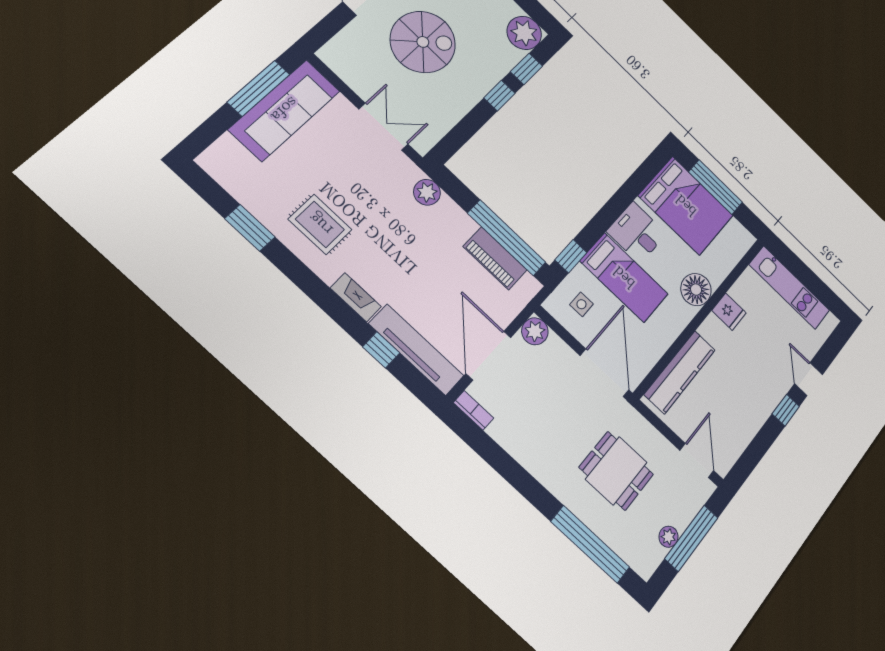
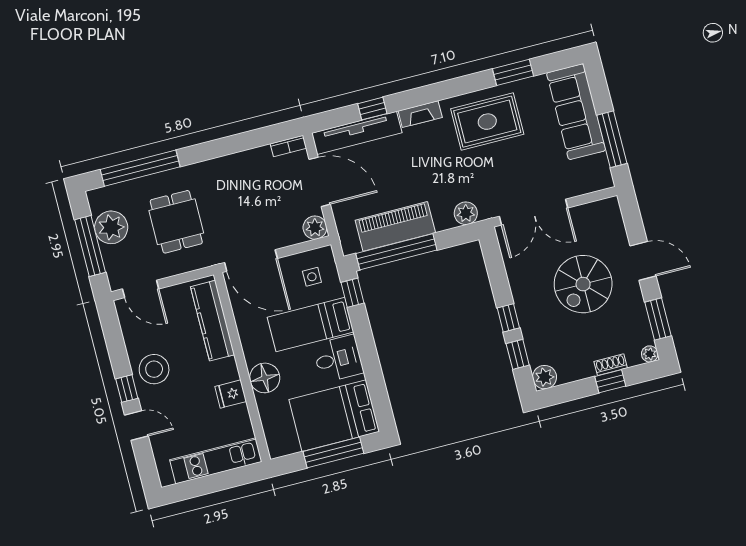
plant: (524, 33) -> (545, 377), width x0.73, depth x0.73
sofa: (285, 110) -> (576, 112), moved
double door: (383, 127) -> (534, 212), width x1.37
rug: (320, 224) -> (487, 122), width x1.36, depth x1.43
piano: (495, 258) -> (395, 226), width x1.37, depth x1.33
stool: (754, 397) -> (154, 369), added
dining table: (616, 471) -> (176, 222), turned 90
plant: (668, 537) -> (111, 227), width x1.88, depth x1.88

